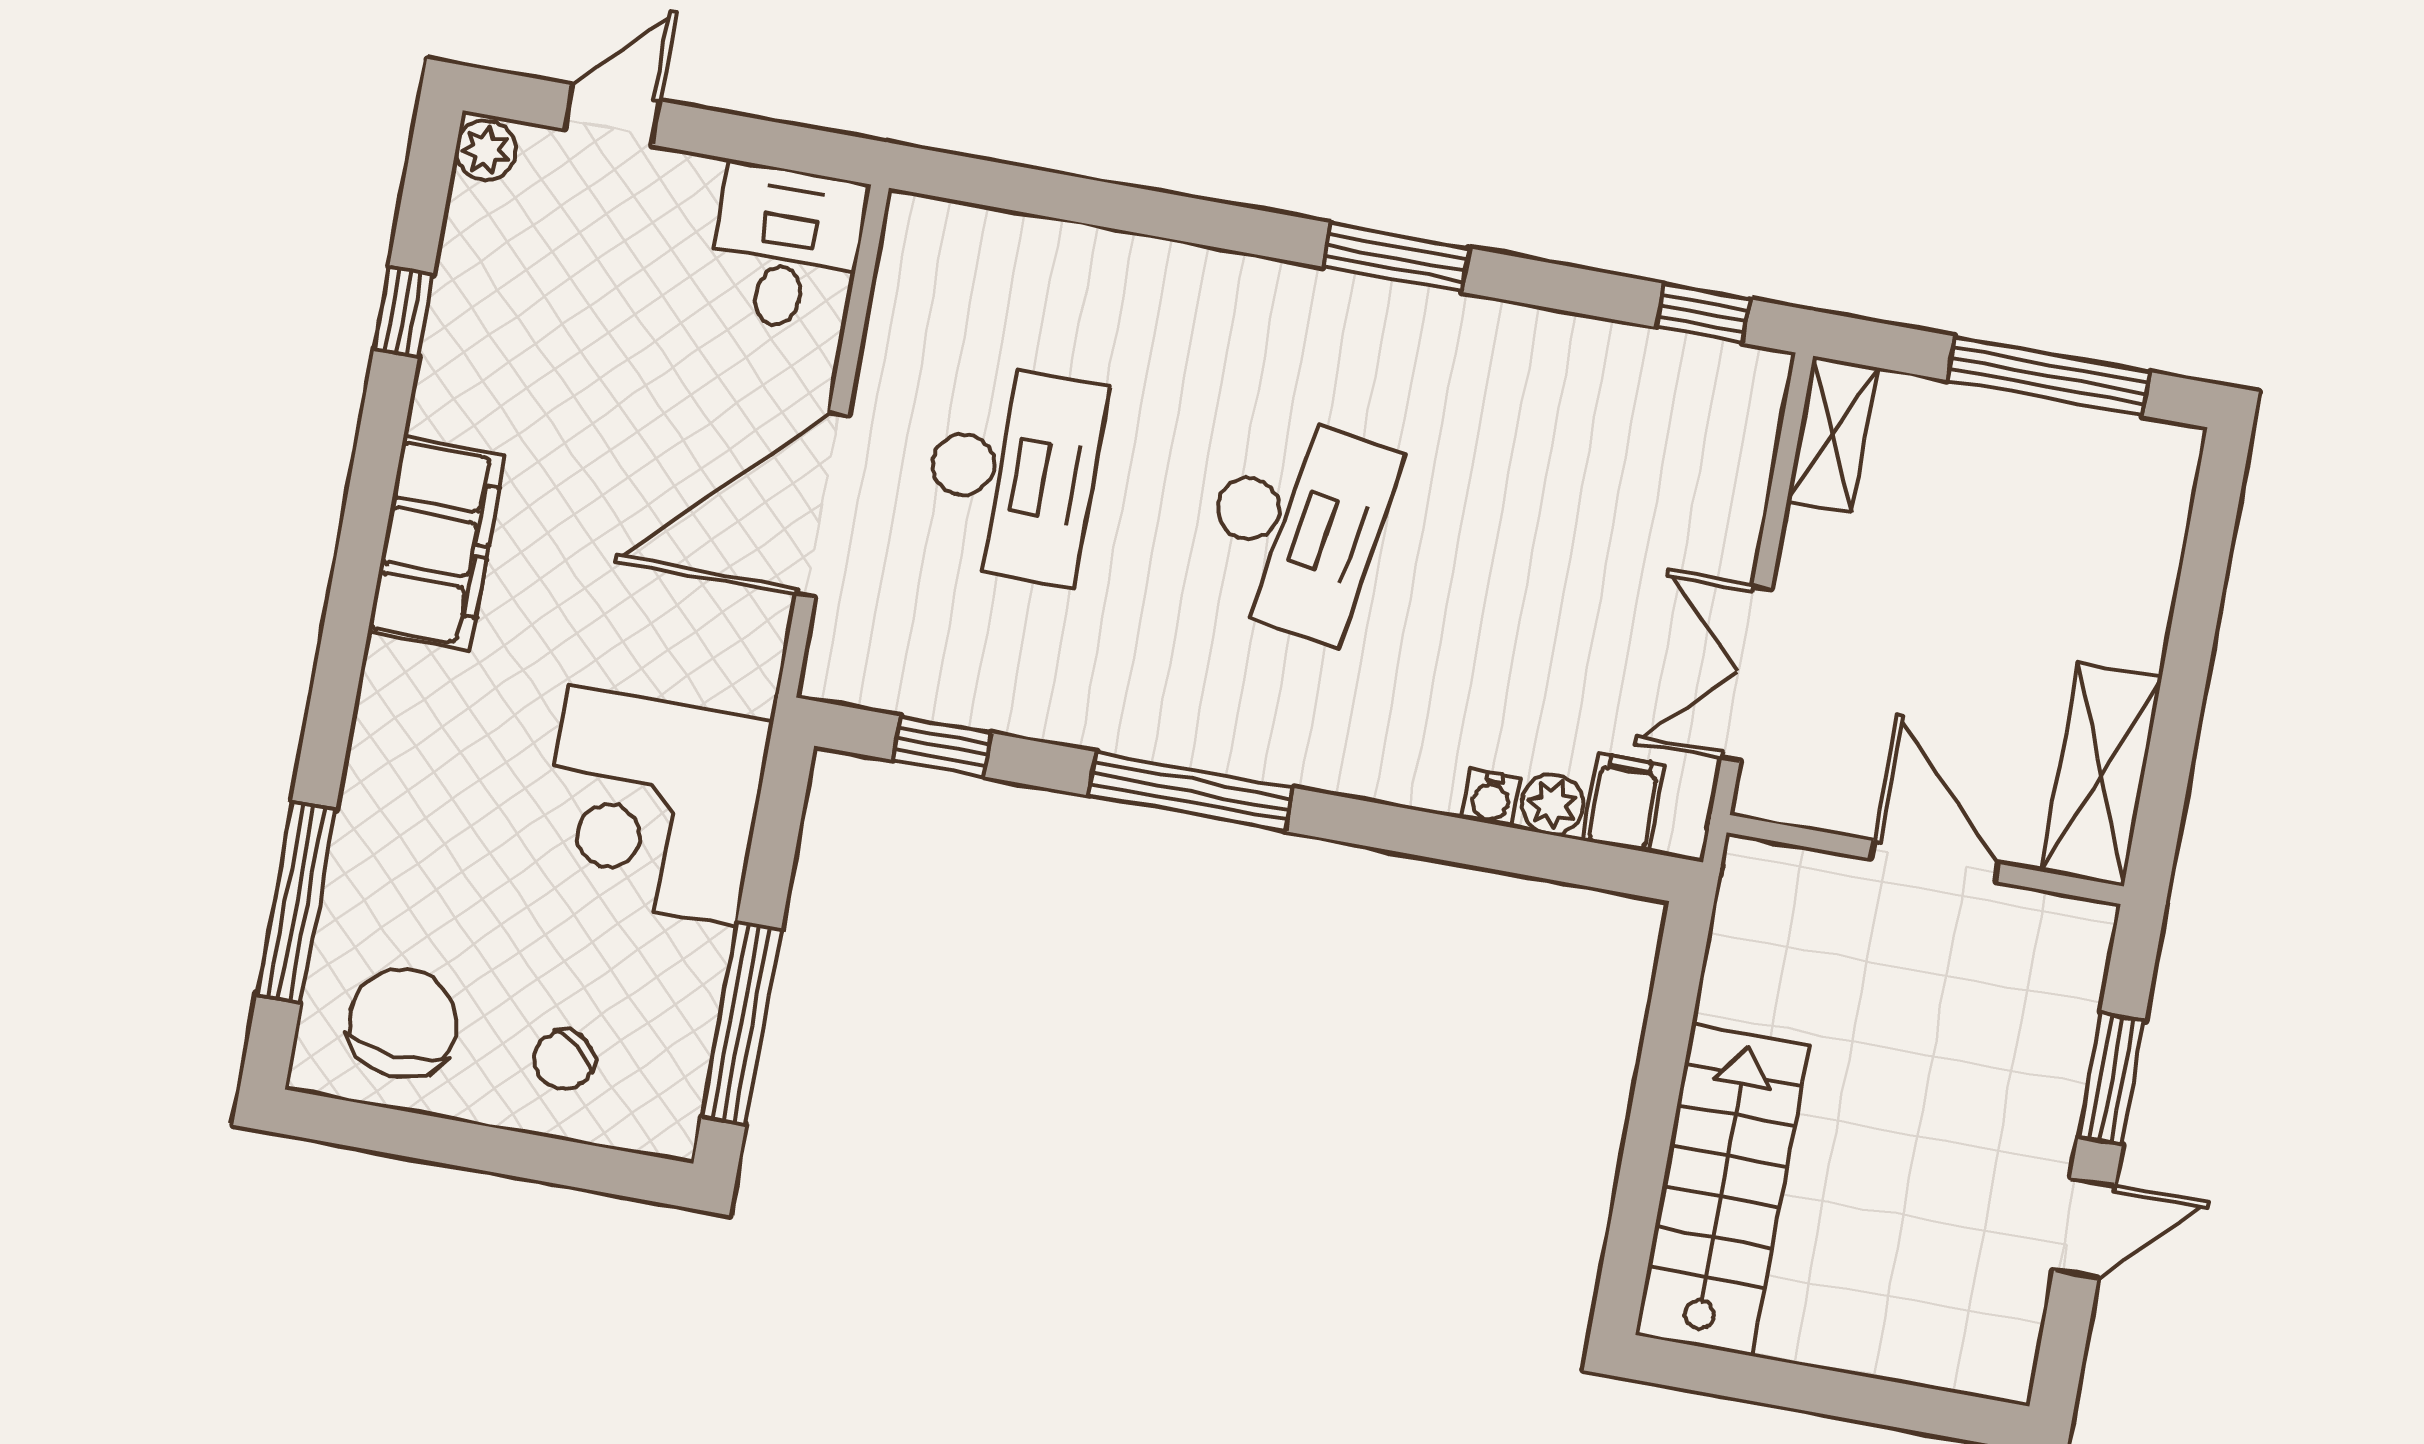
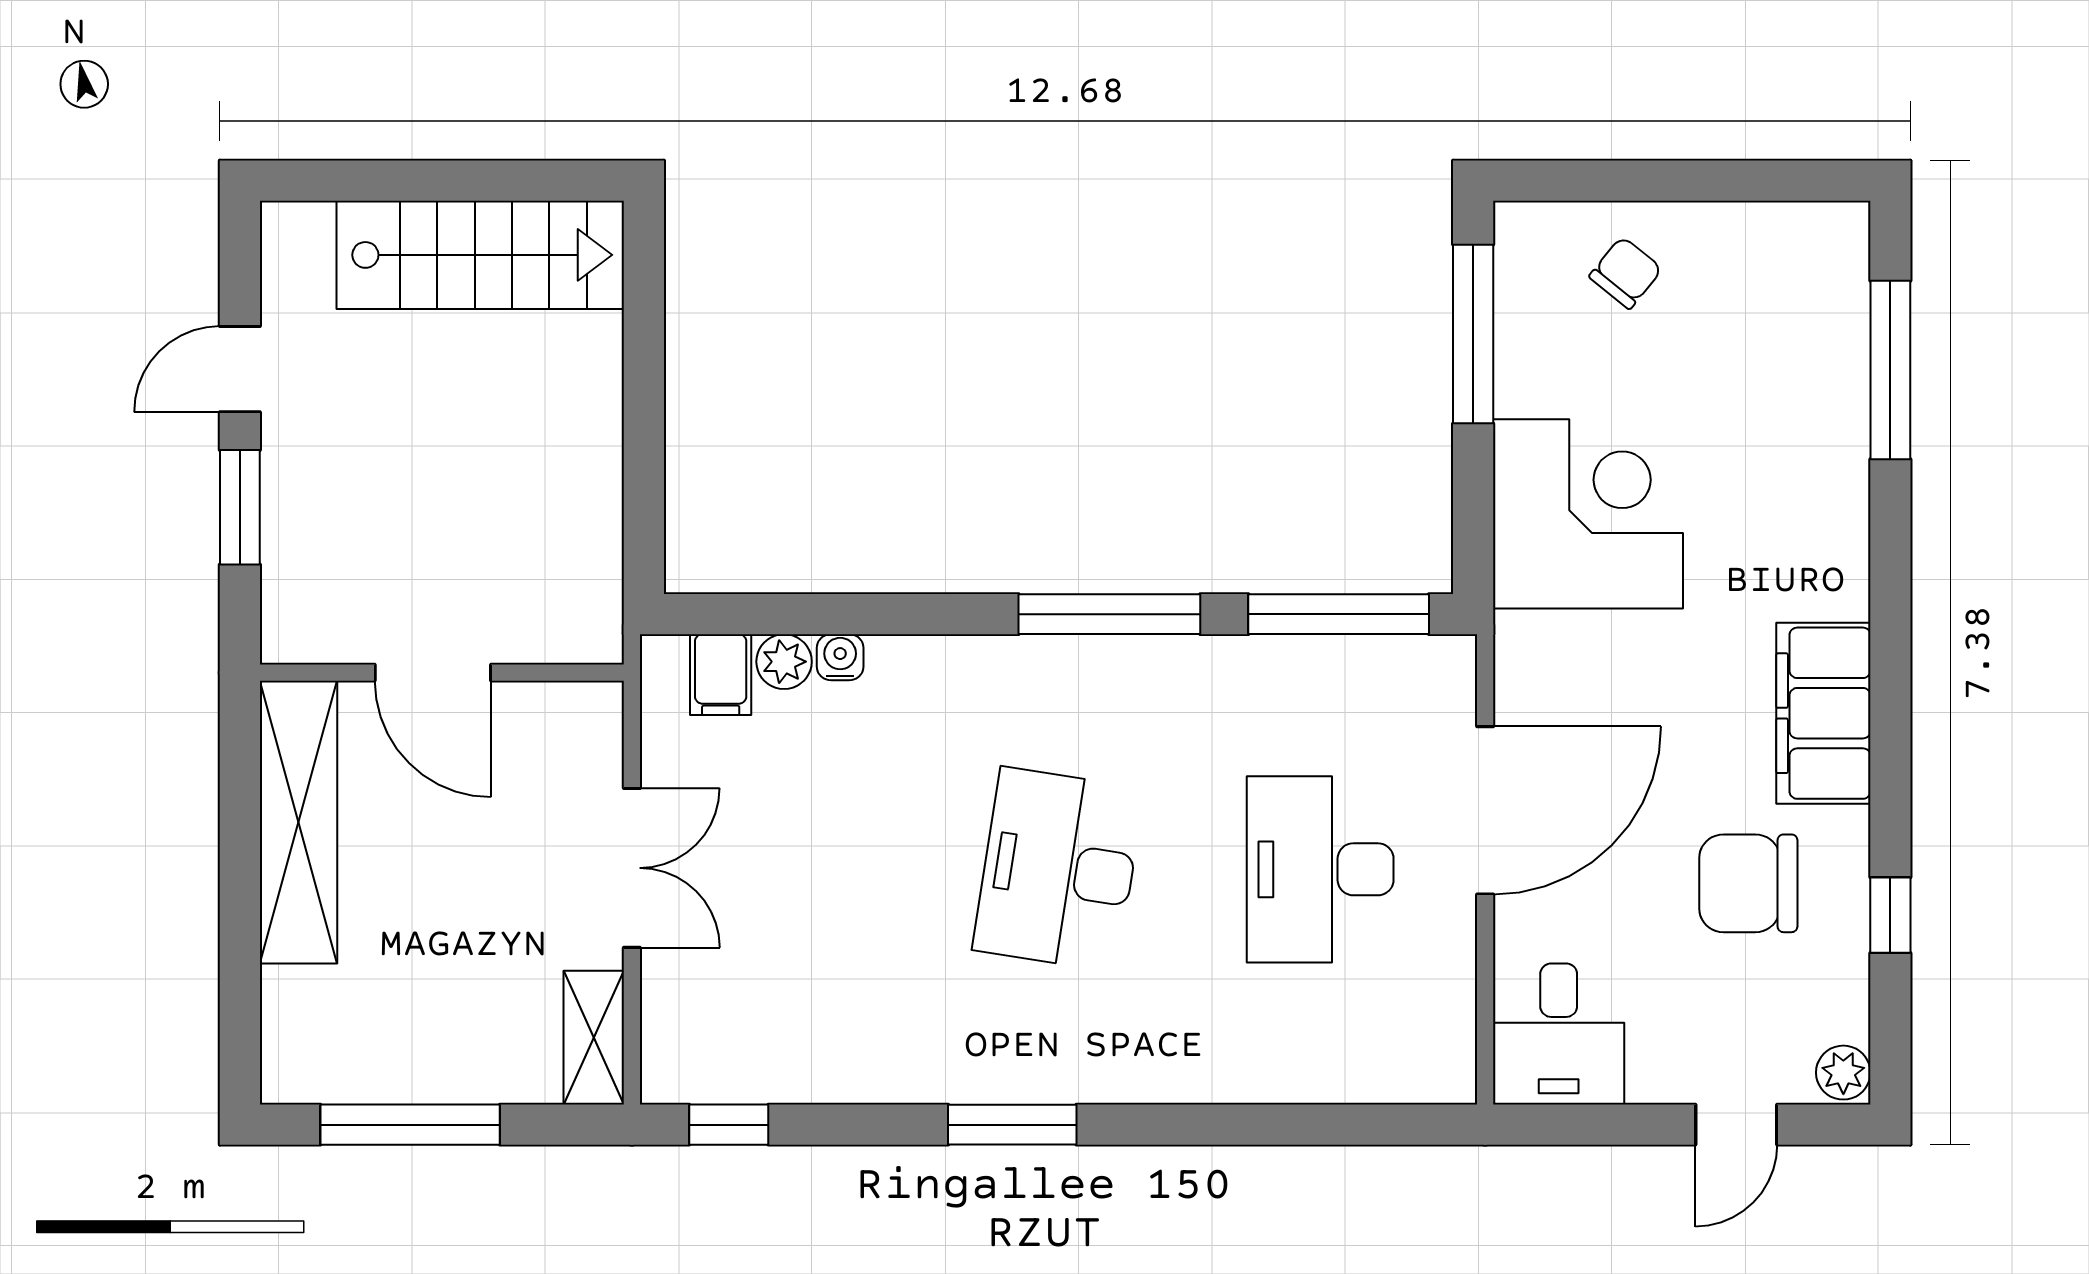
double door: (1746, 673) -> (632, 868), moved
window: (942, 746) -> (1339, 614), width x2.17
shelving: (2101, 775) -> (299, 822), width x1.47
chair: (403, 1023) -> (1748, 883), moved, turned 86
stairs: (1722, 1190) -> (480, 255), moved, turned -90

